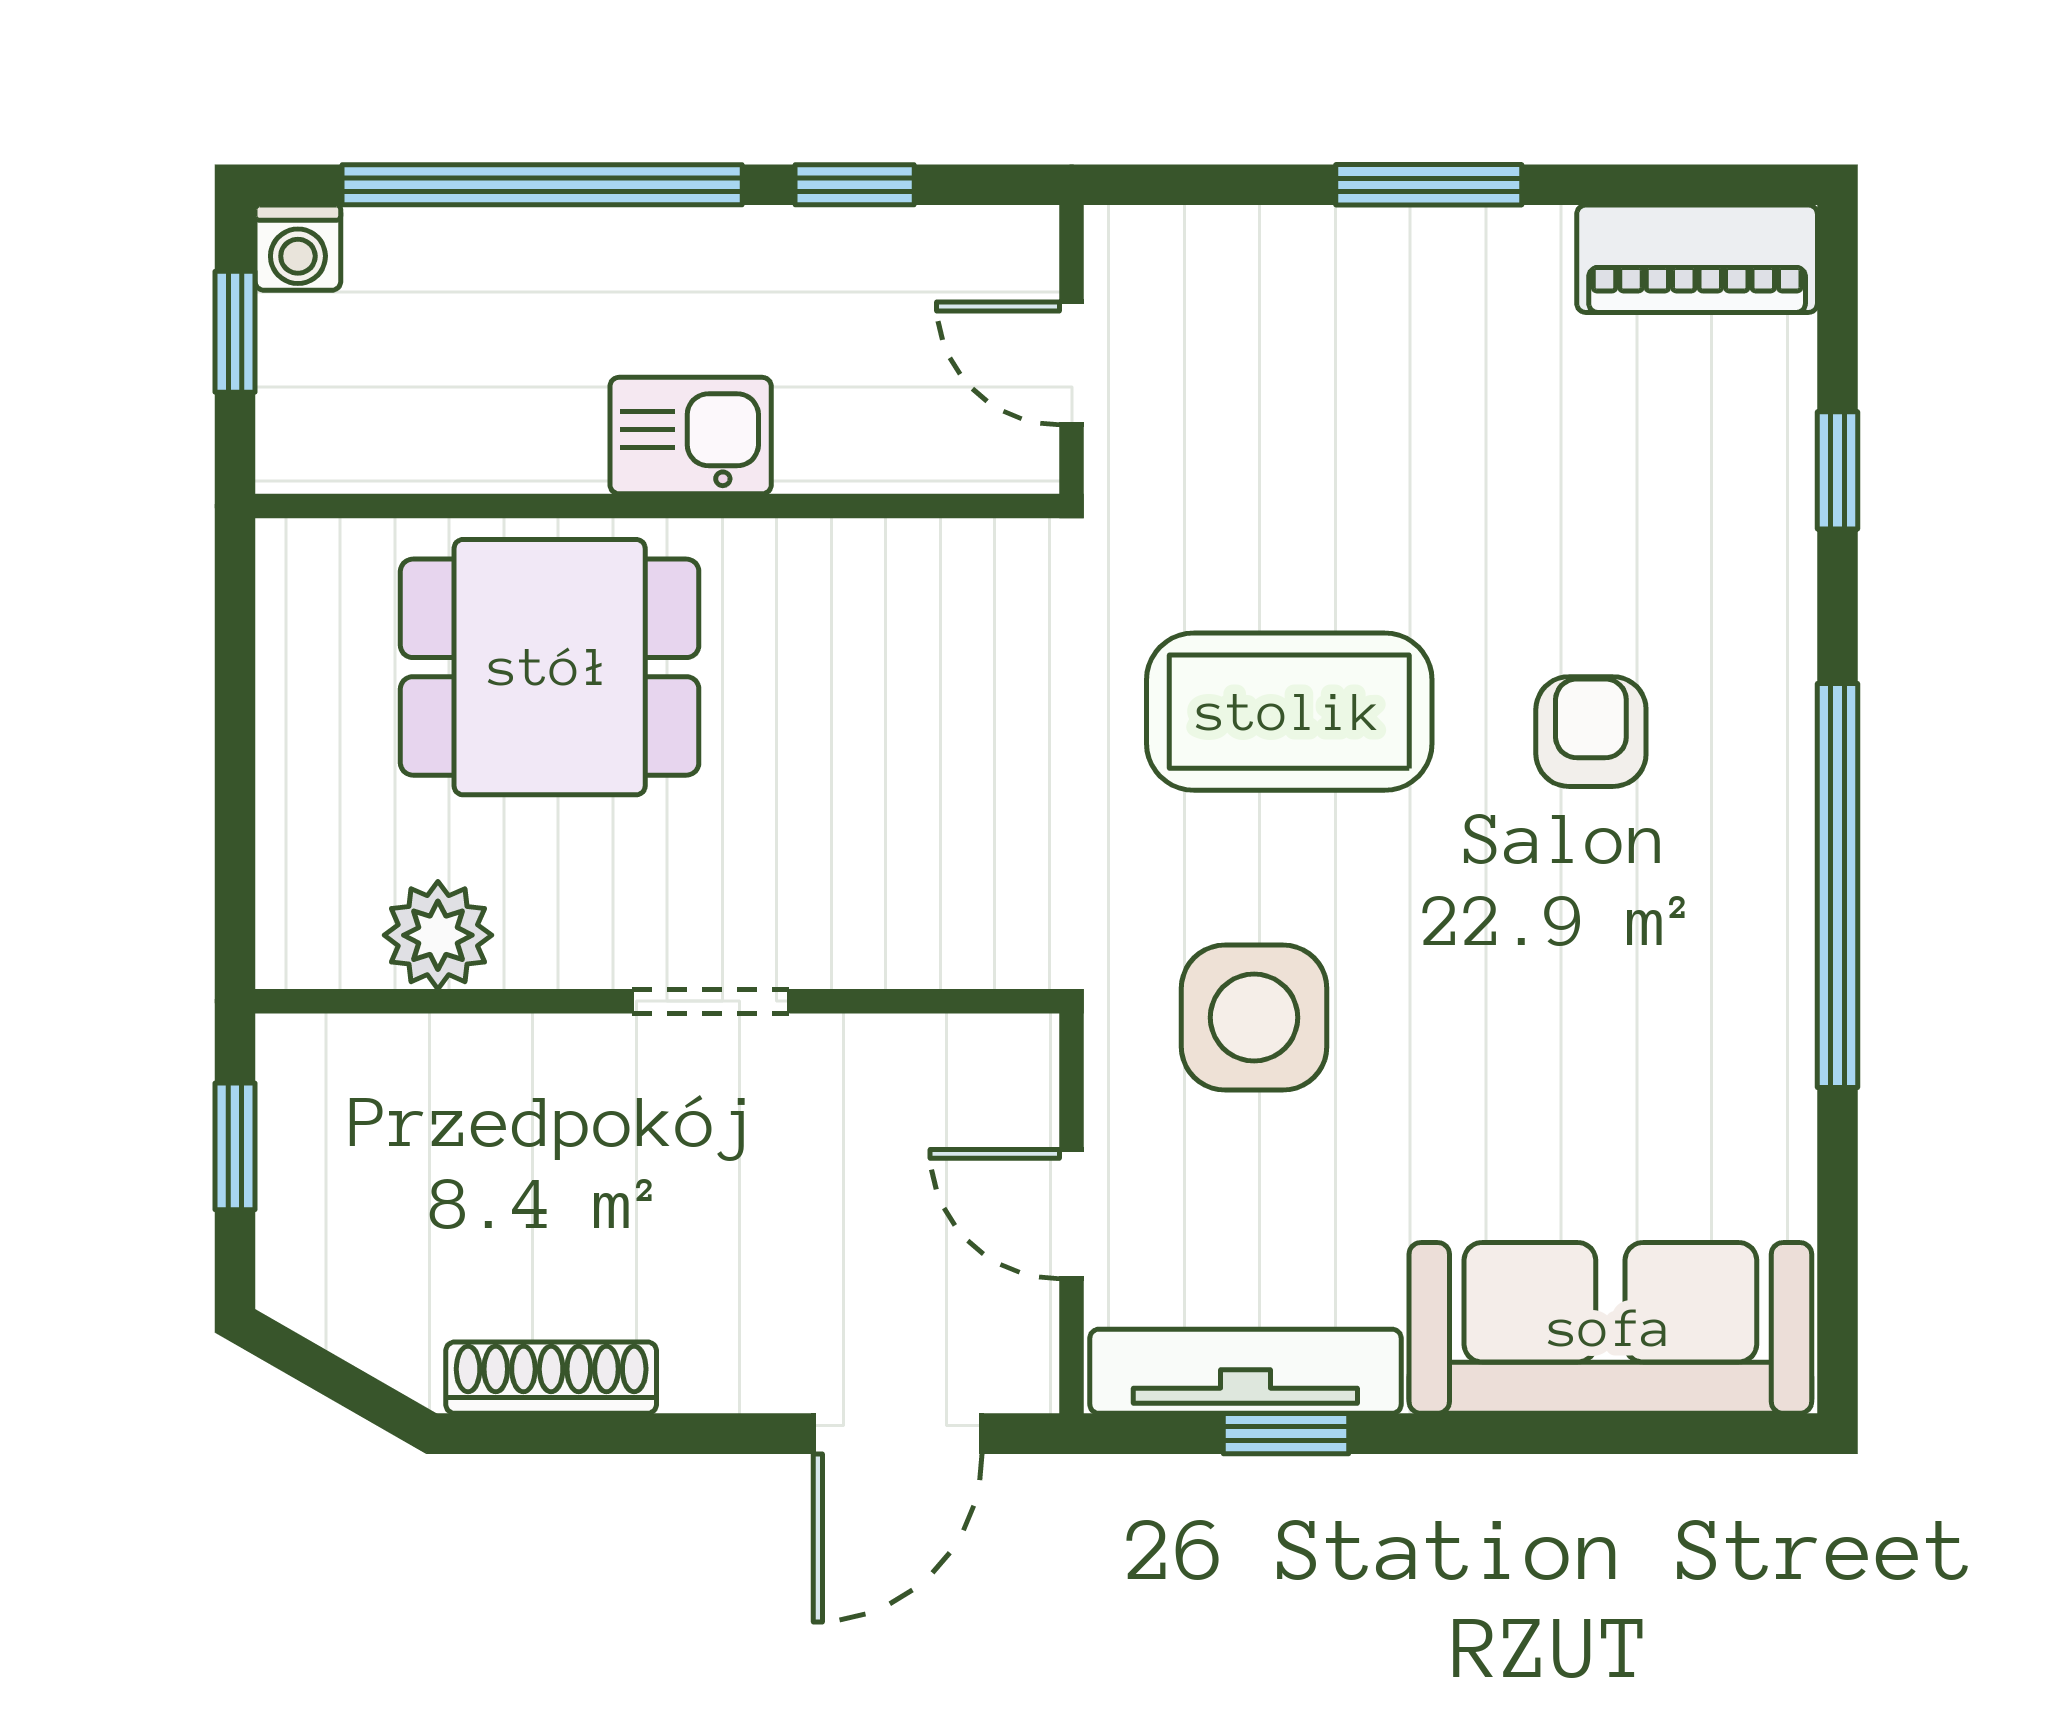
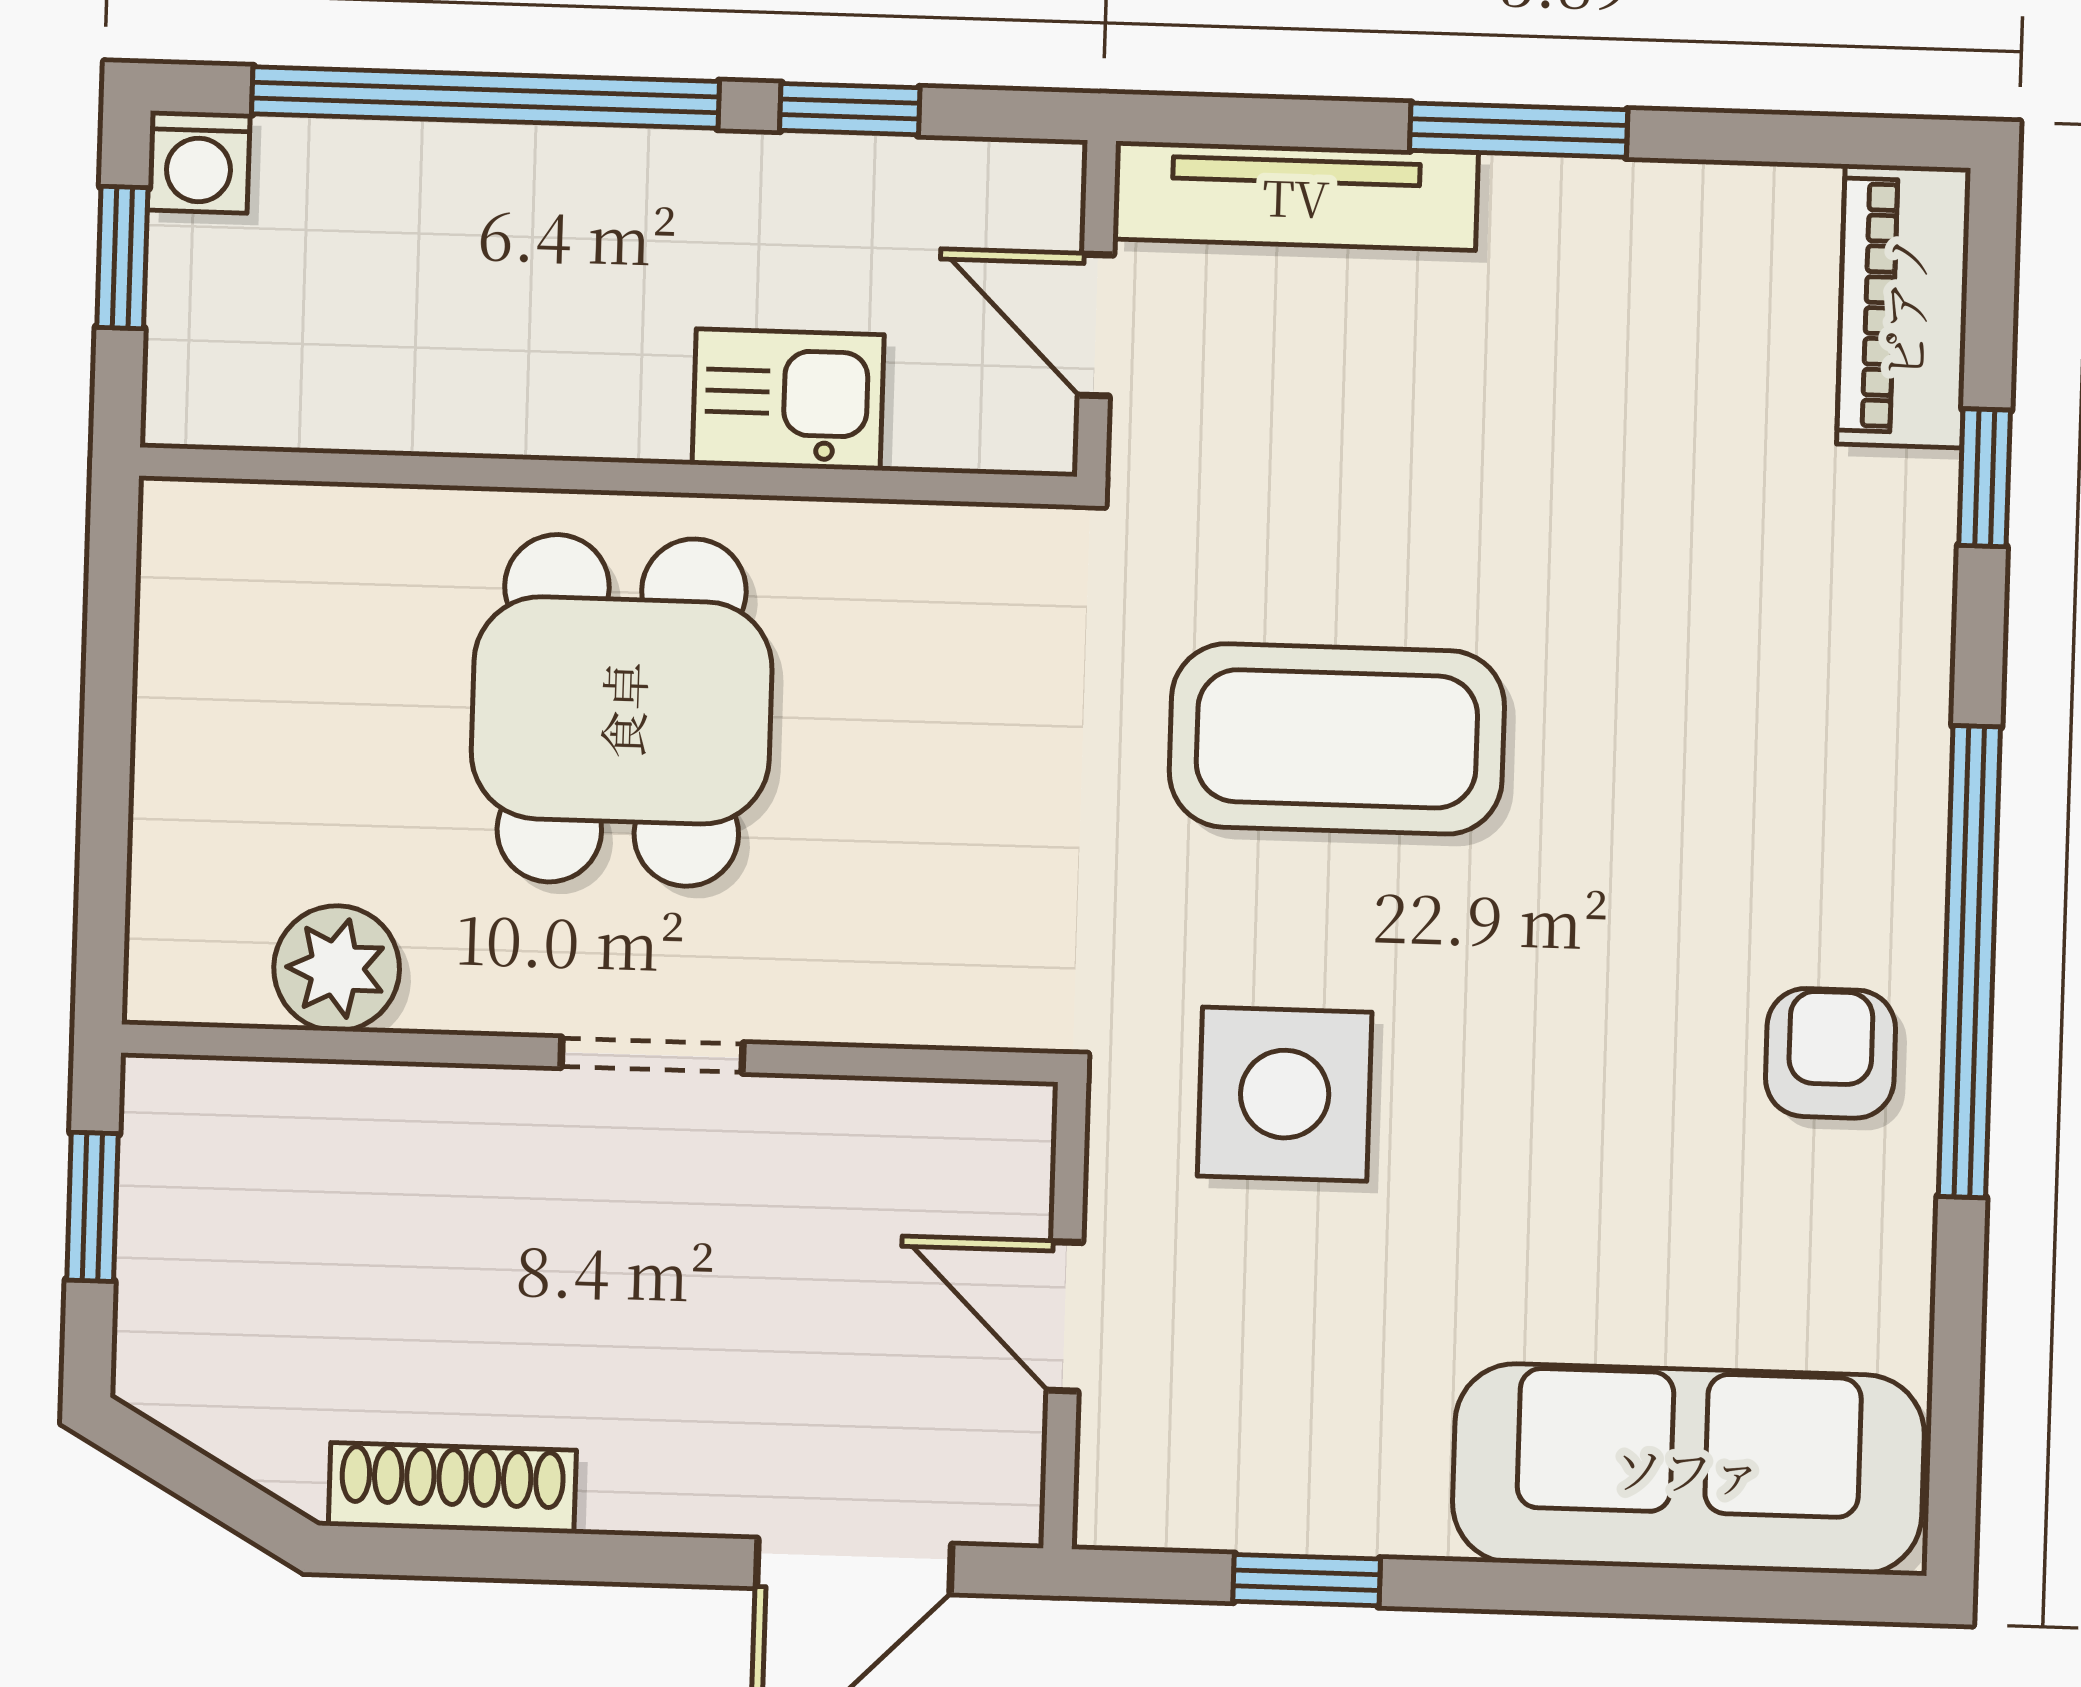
piano: (1697, 259) -> (1904, 306), moved, turned 90
kitchen sink: (691, 436) -> (788, 400), moved
dining table: (550, 667) -> (622, 710), moved, turned 90
armchair: (1591, 732) -> (1830, 1053), moved
tv unit: (1245, 1371) -> (1296, 196), moved, turned 180

